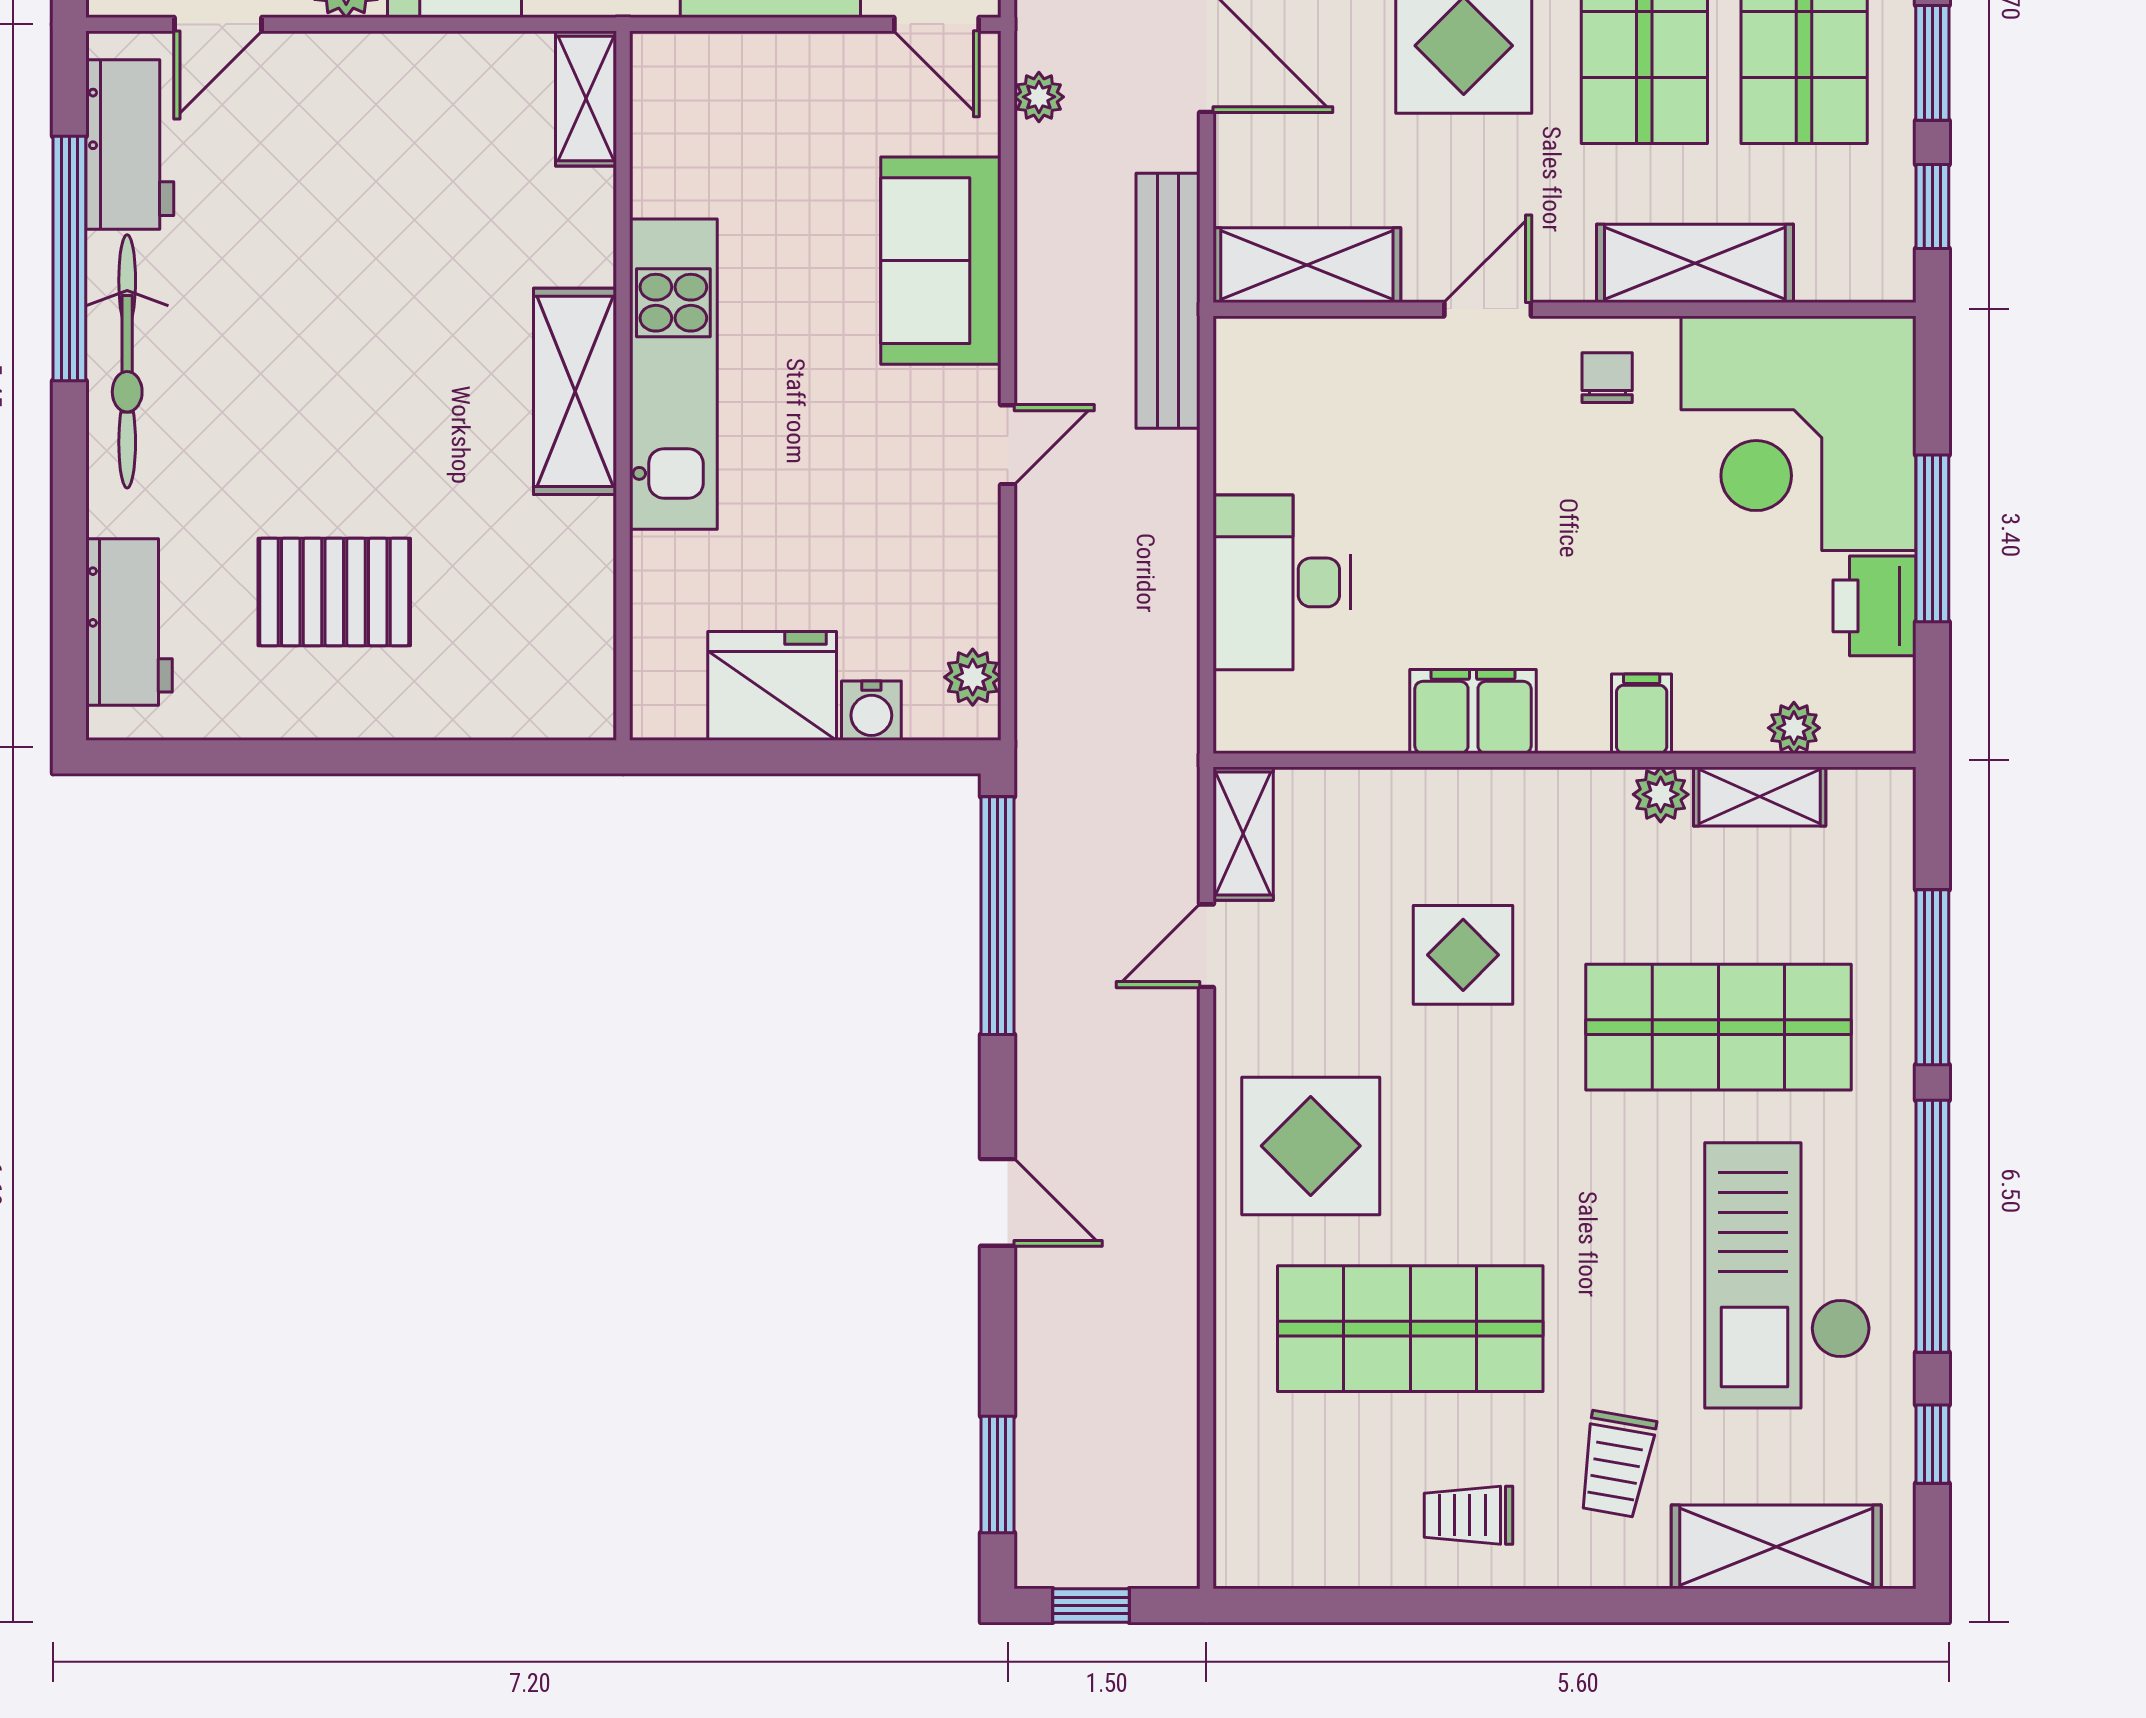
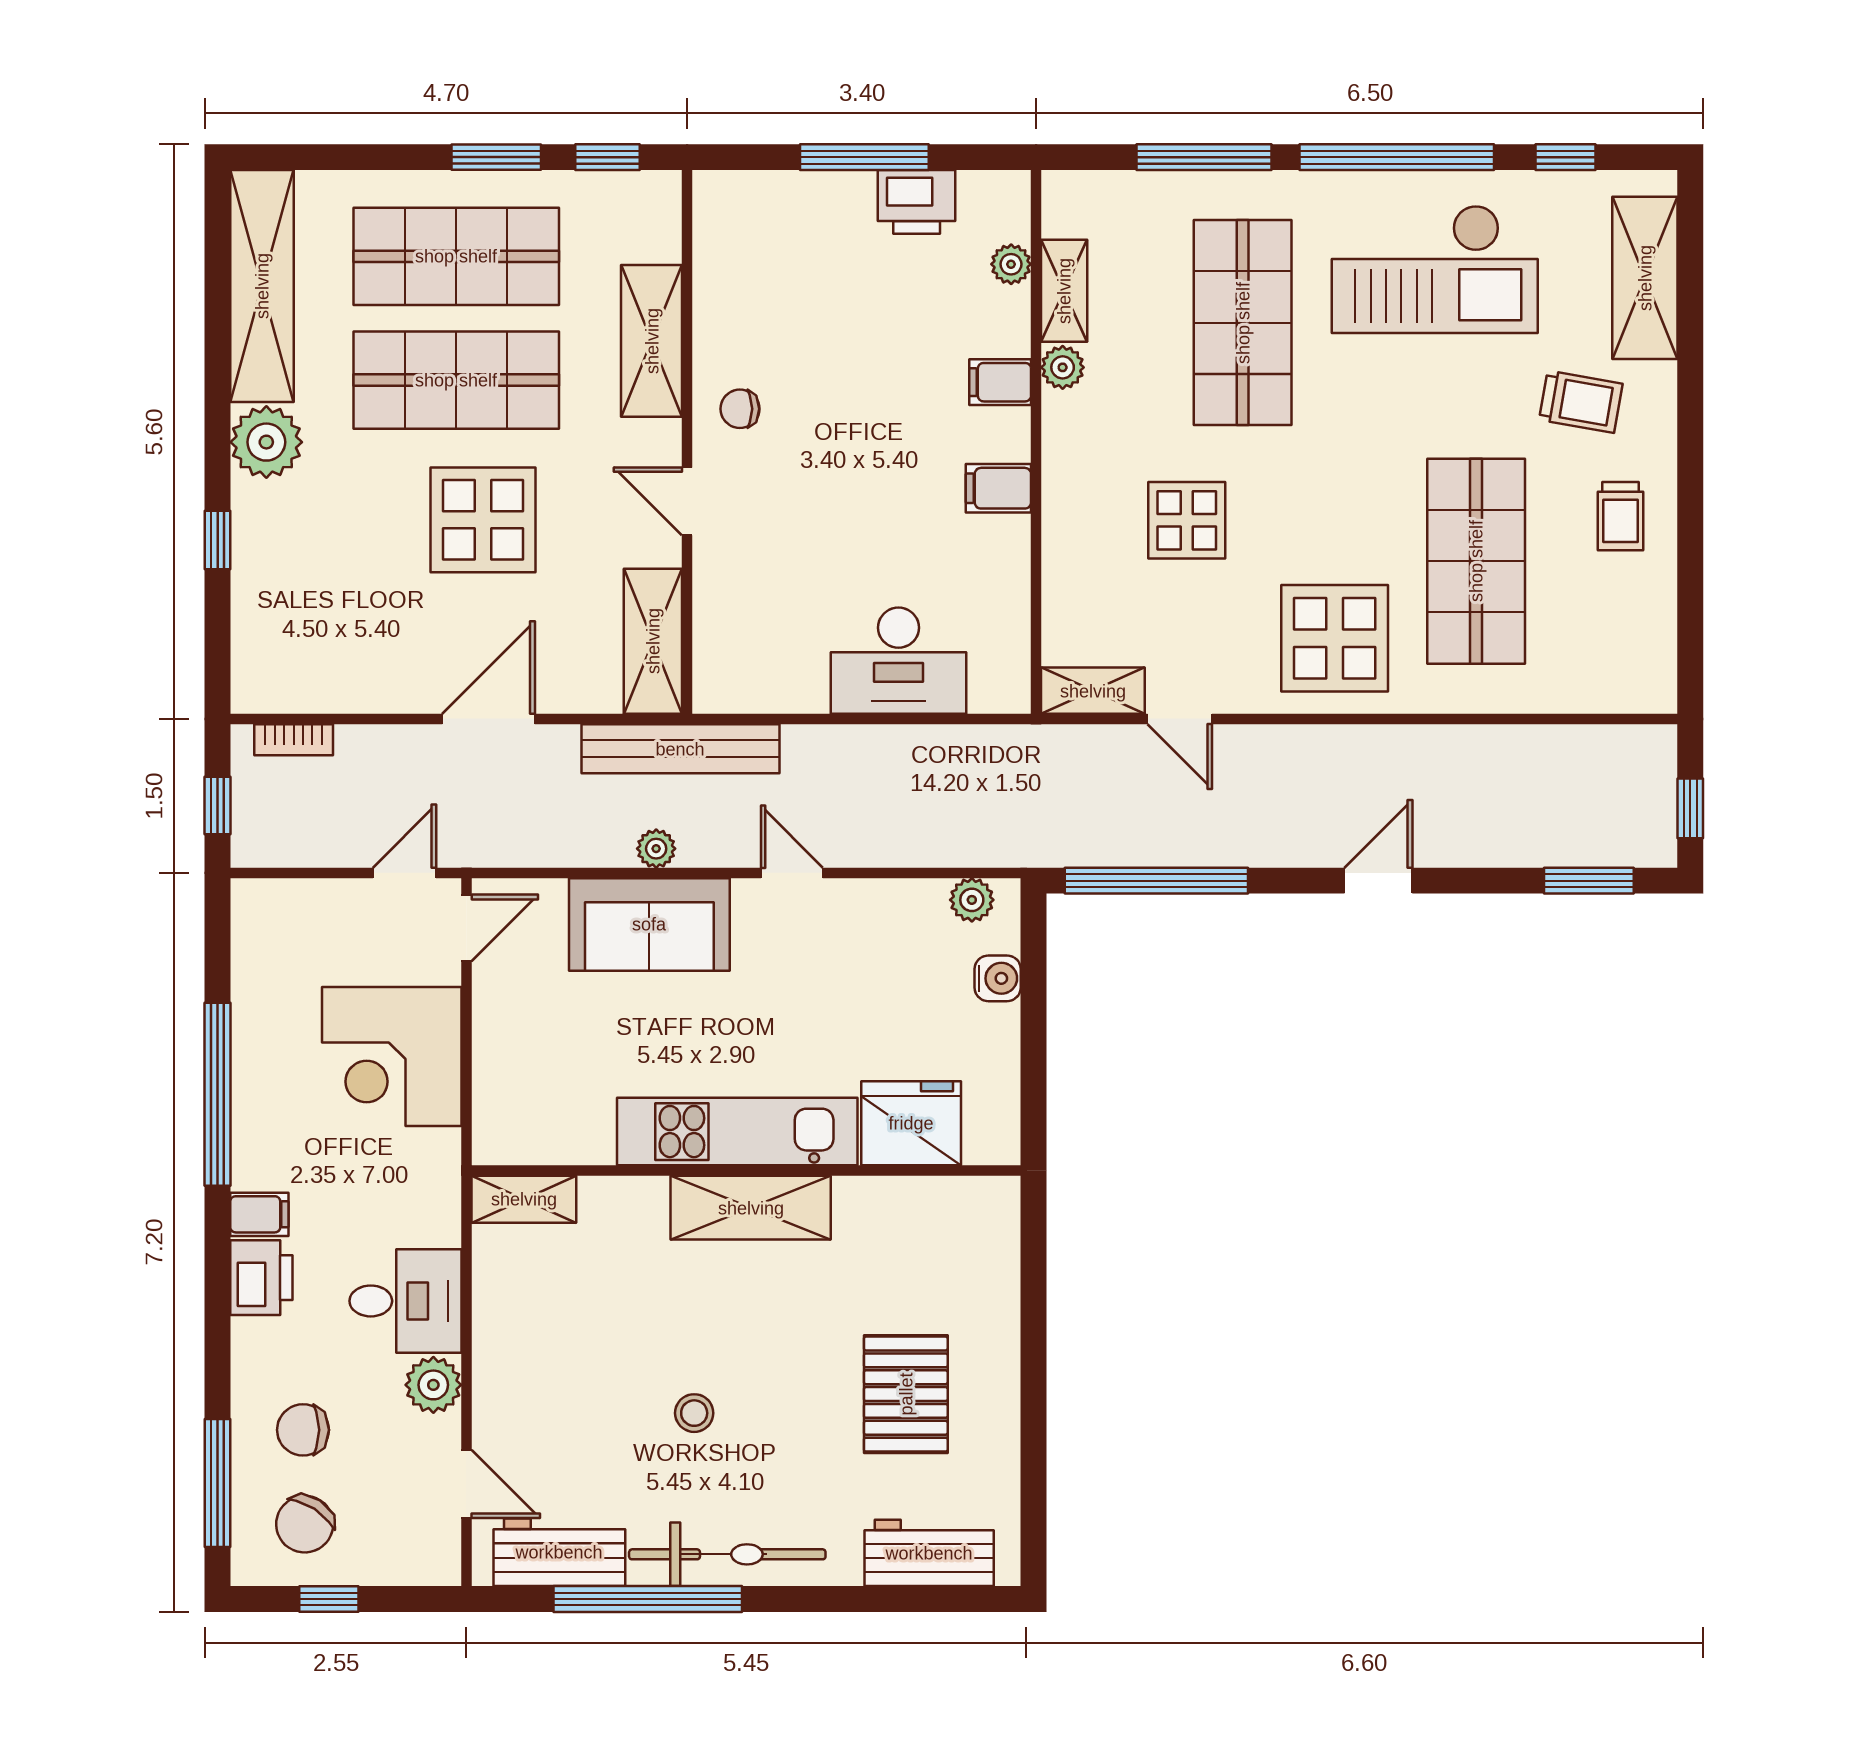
plant: (1039, 97) -> (656, 849), moved
stool: (310, 318) -> (694, 1413), added
corner desk: (1798, 433) -> (783, 261), removed
fridge: (772, 686) -> (911, 1123), moved, turned 90
filing cabinet: (1473, 711) -> (998, 488), width x0.50

